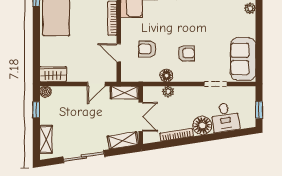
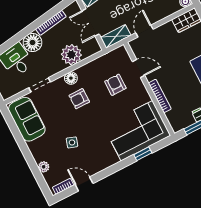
side table: (213, 17) -> (72, 142), added
armchair: (147, 49) -> (115, 85), turned -90
floor lamp: (166, 76) -> (71, 78), moved
plant: (168, 92) -> (71, 55), width x1.88, depth x1.88

